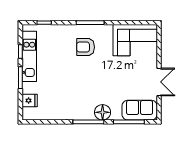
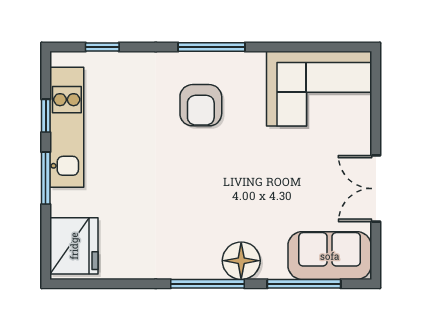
armchair: (86, 47) -> (201, 105), turned -90
double door: (159, 82) -> (376, 189), swing flipped
fridge: (30, 100) -> (74, 246), width x1.88, depth x1.34

